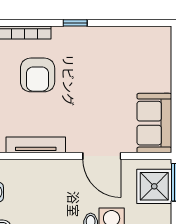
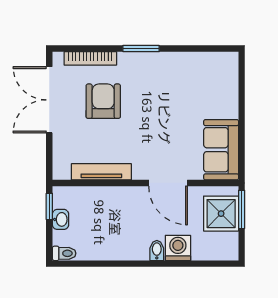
window: (75, 23) -> (141, 49), width x1.50
armchair: (38, 75) -> (103, 101), turned 180

